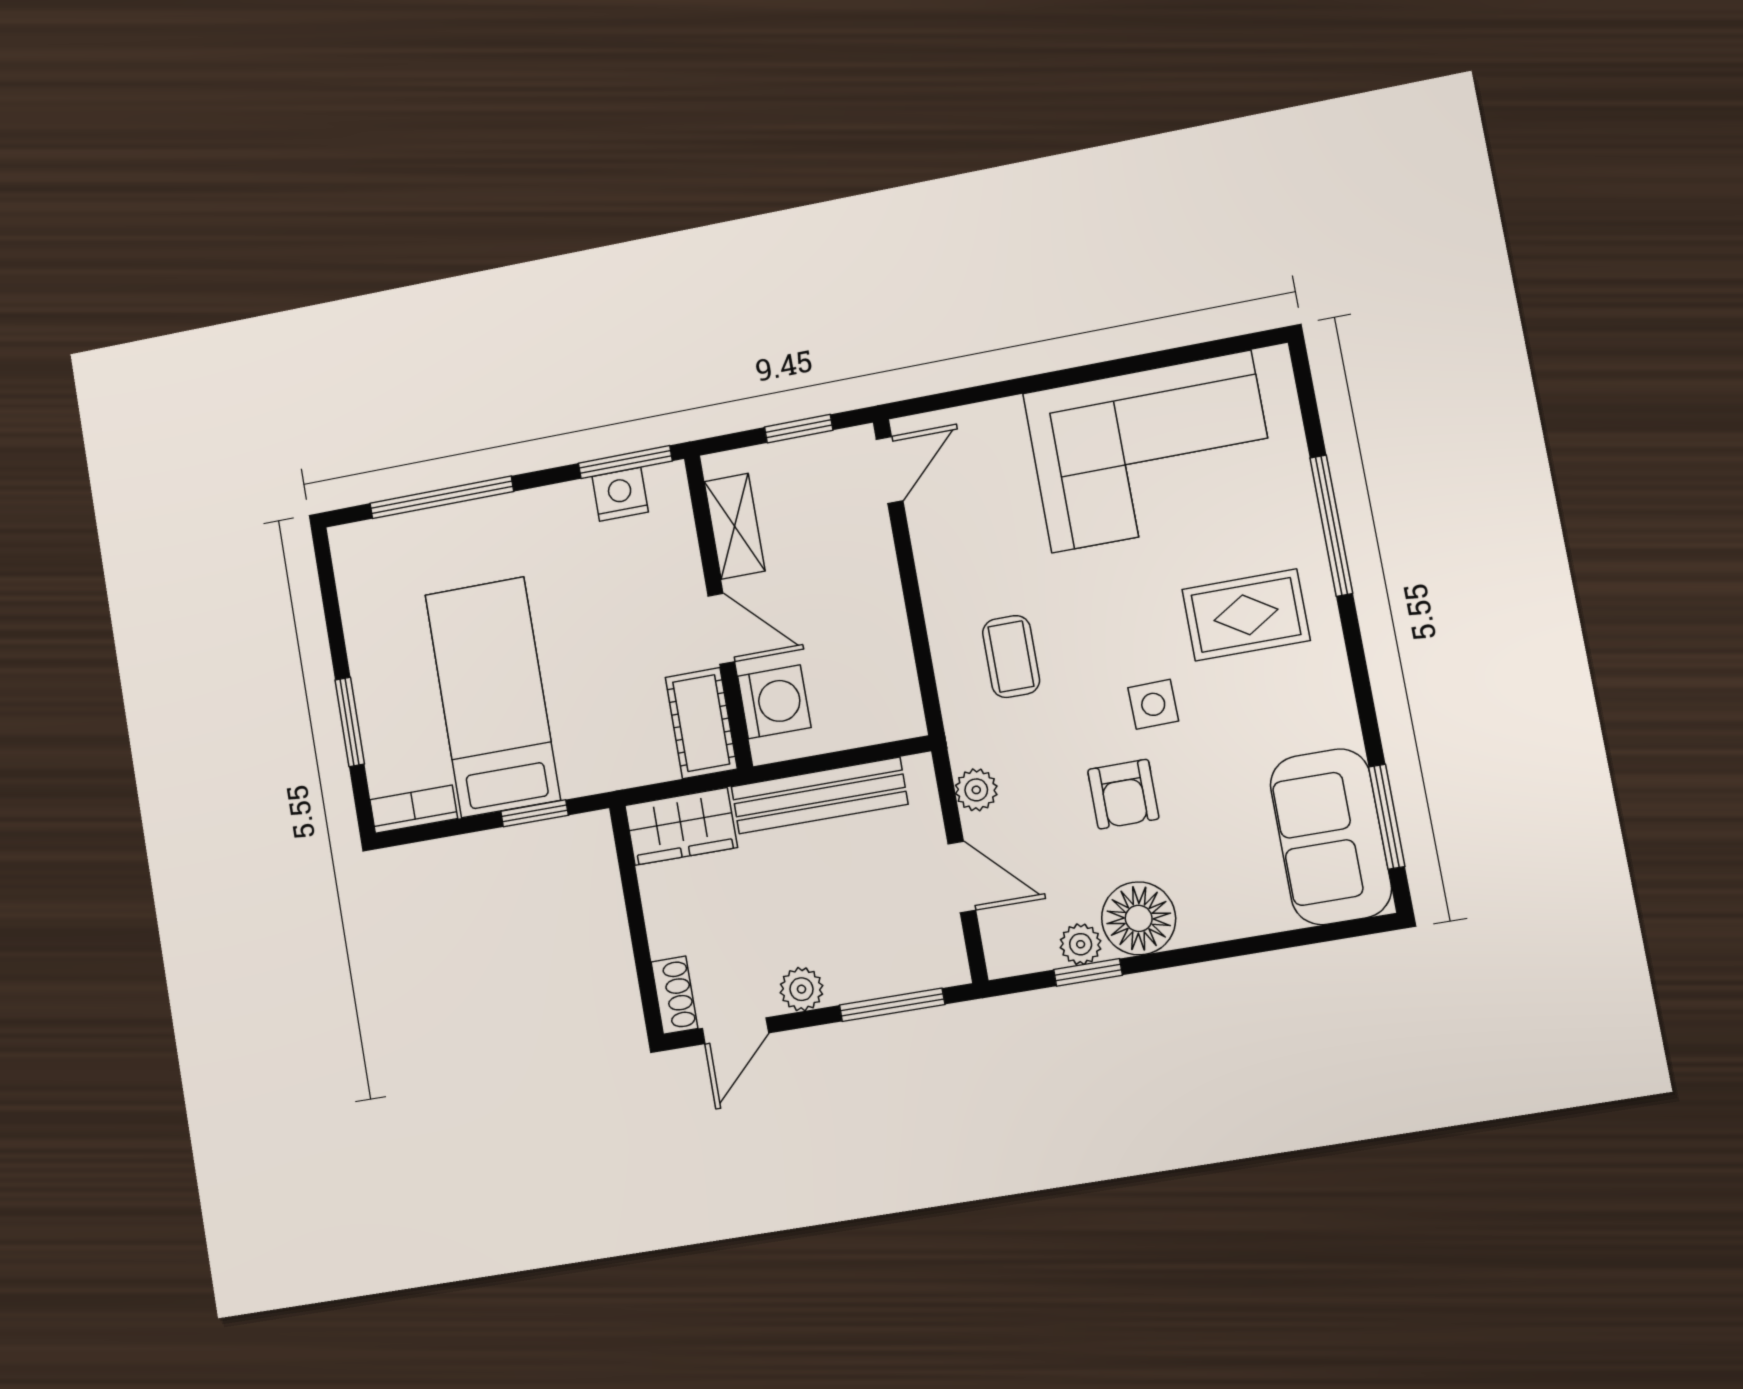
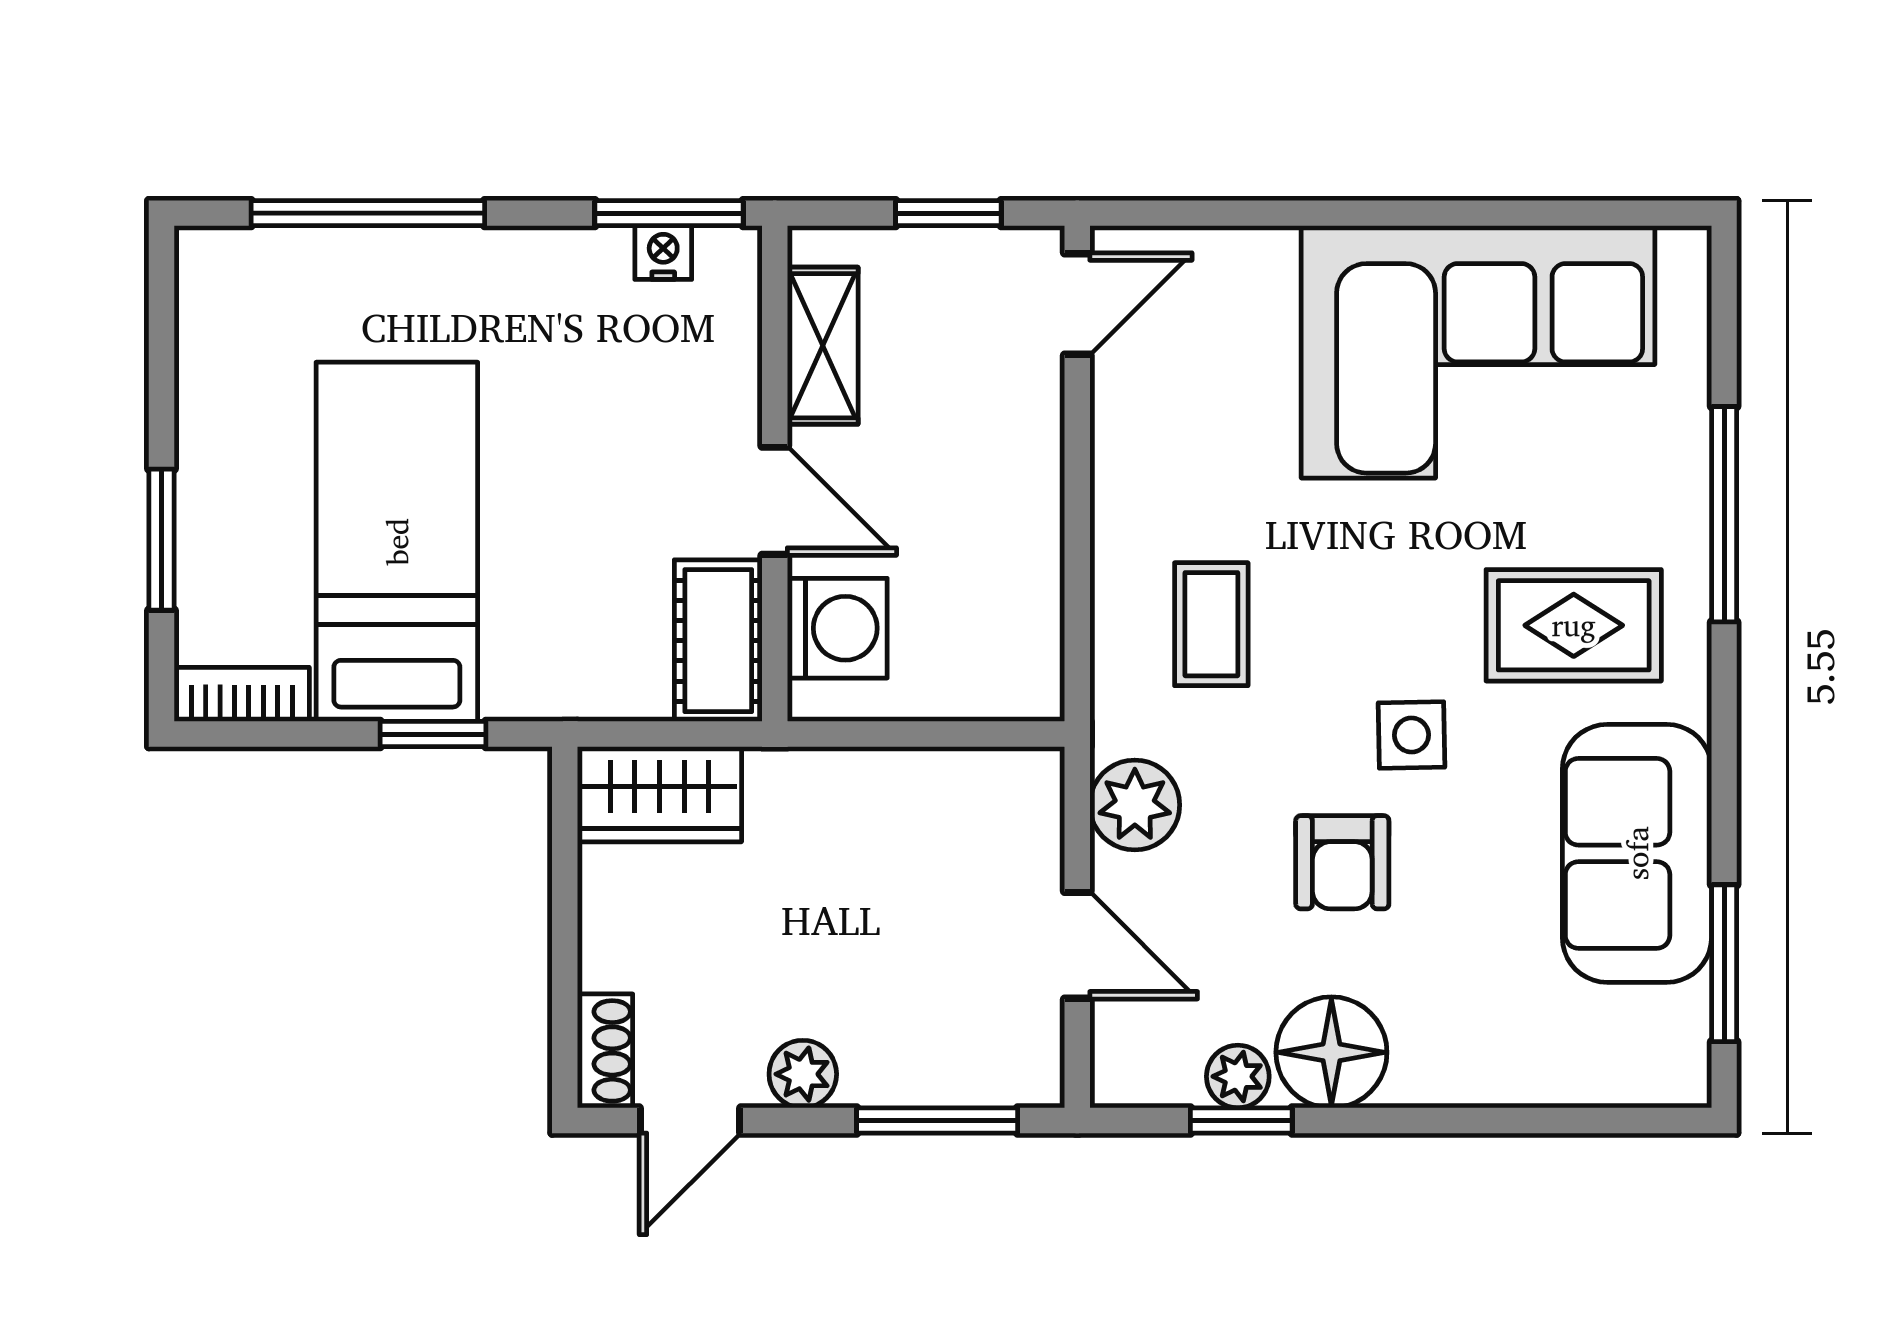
nightstand: (620, 494) -> (663, 253), width x0.72, depth x0.74
plant: (976, 790) -> (1135, 805), width x1.38, depth x1.38
bench: (819, 795) -> (882, 784), removed
sofa: (1331, 837) -> (1637, 853), moved

